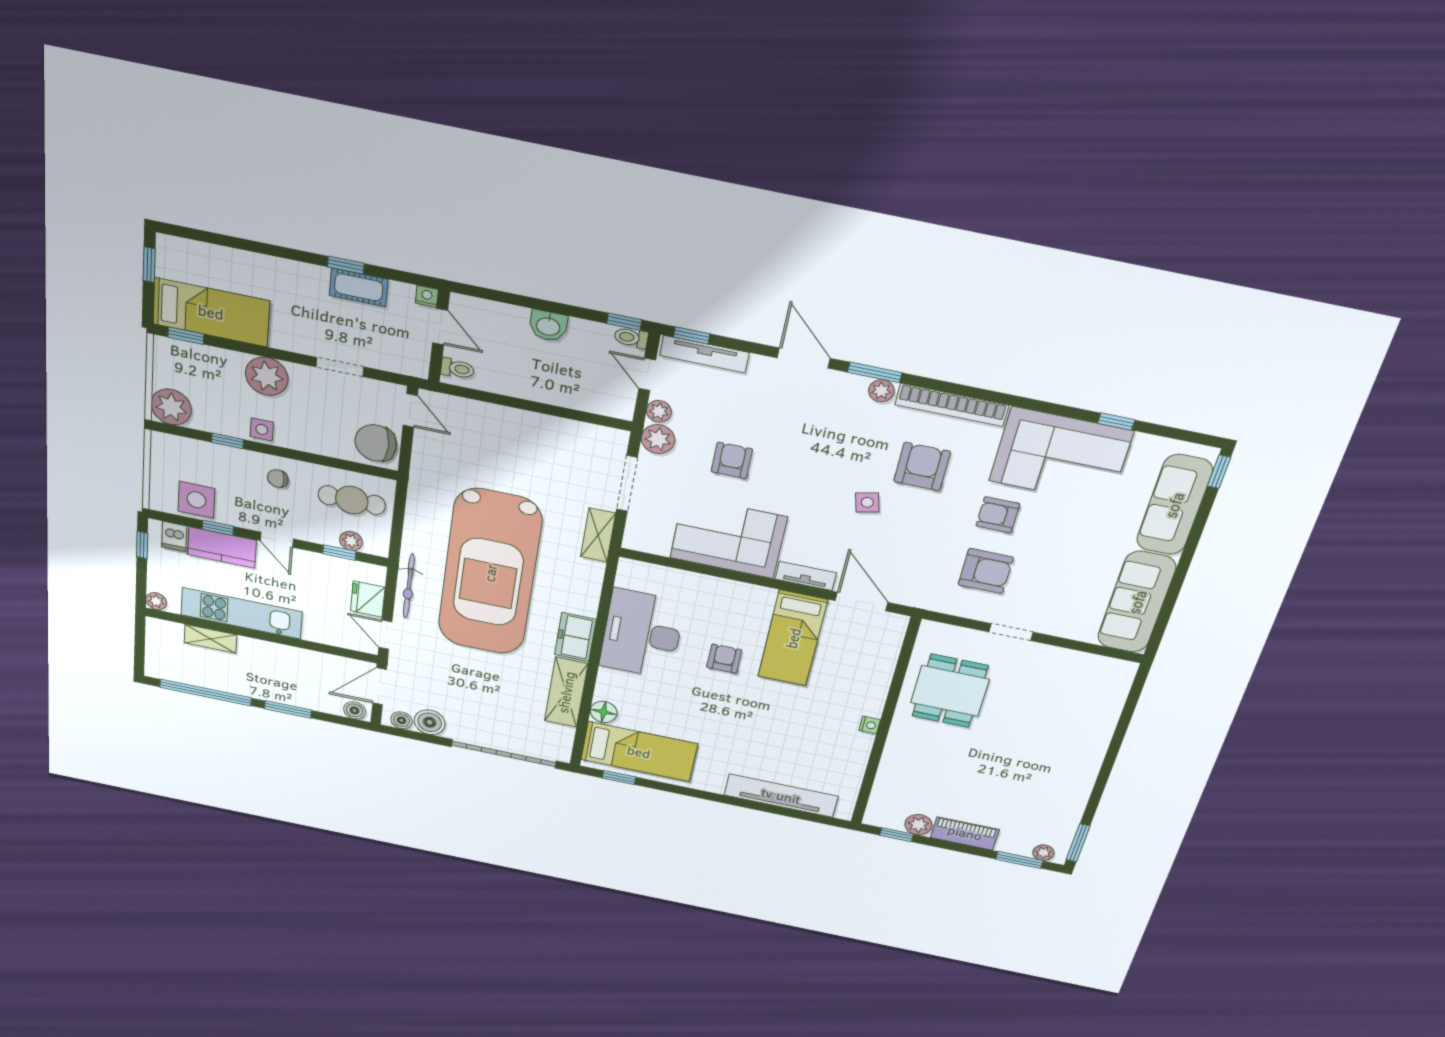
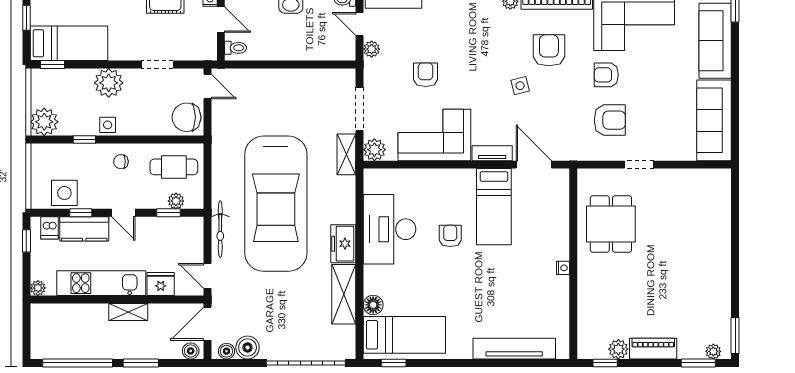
plant: (658, 439) -> (374, 150), moved
fridge: (368, 599) -> (161, 284), moved, turned 90
shelving: (210, 639) -> (128, 312), moved

